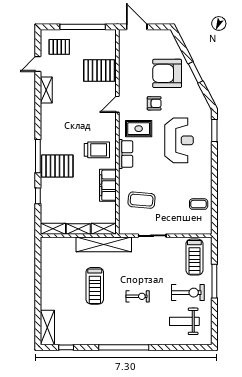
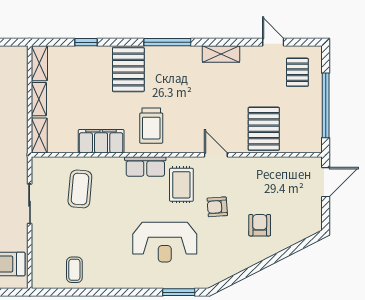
window: (196, 72) -> (261, 265), removed
armchair: (167, 73) -> (260, 225), width x0.53, depth x0.53
shelving: (46, 90) -> (221, 54), moved
armchair: (154, 103) -> (217, 207), turned 86
window: (38, 156) -> (167, 42), moved
shelving: (104, 244) -> (17, 135), removed

